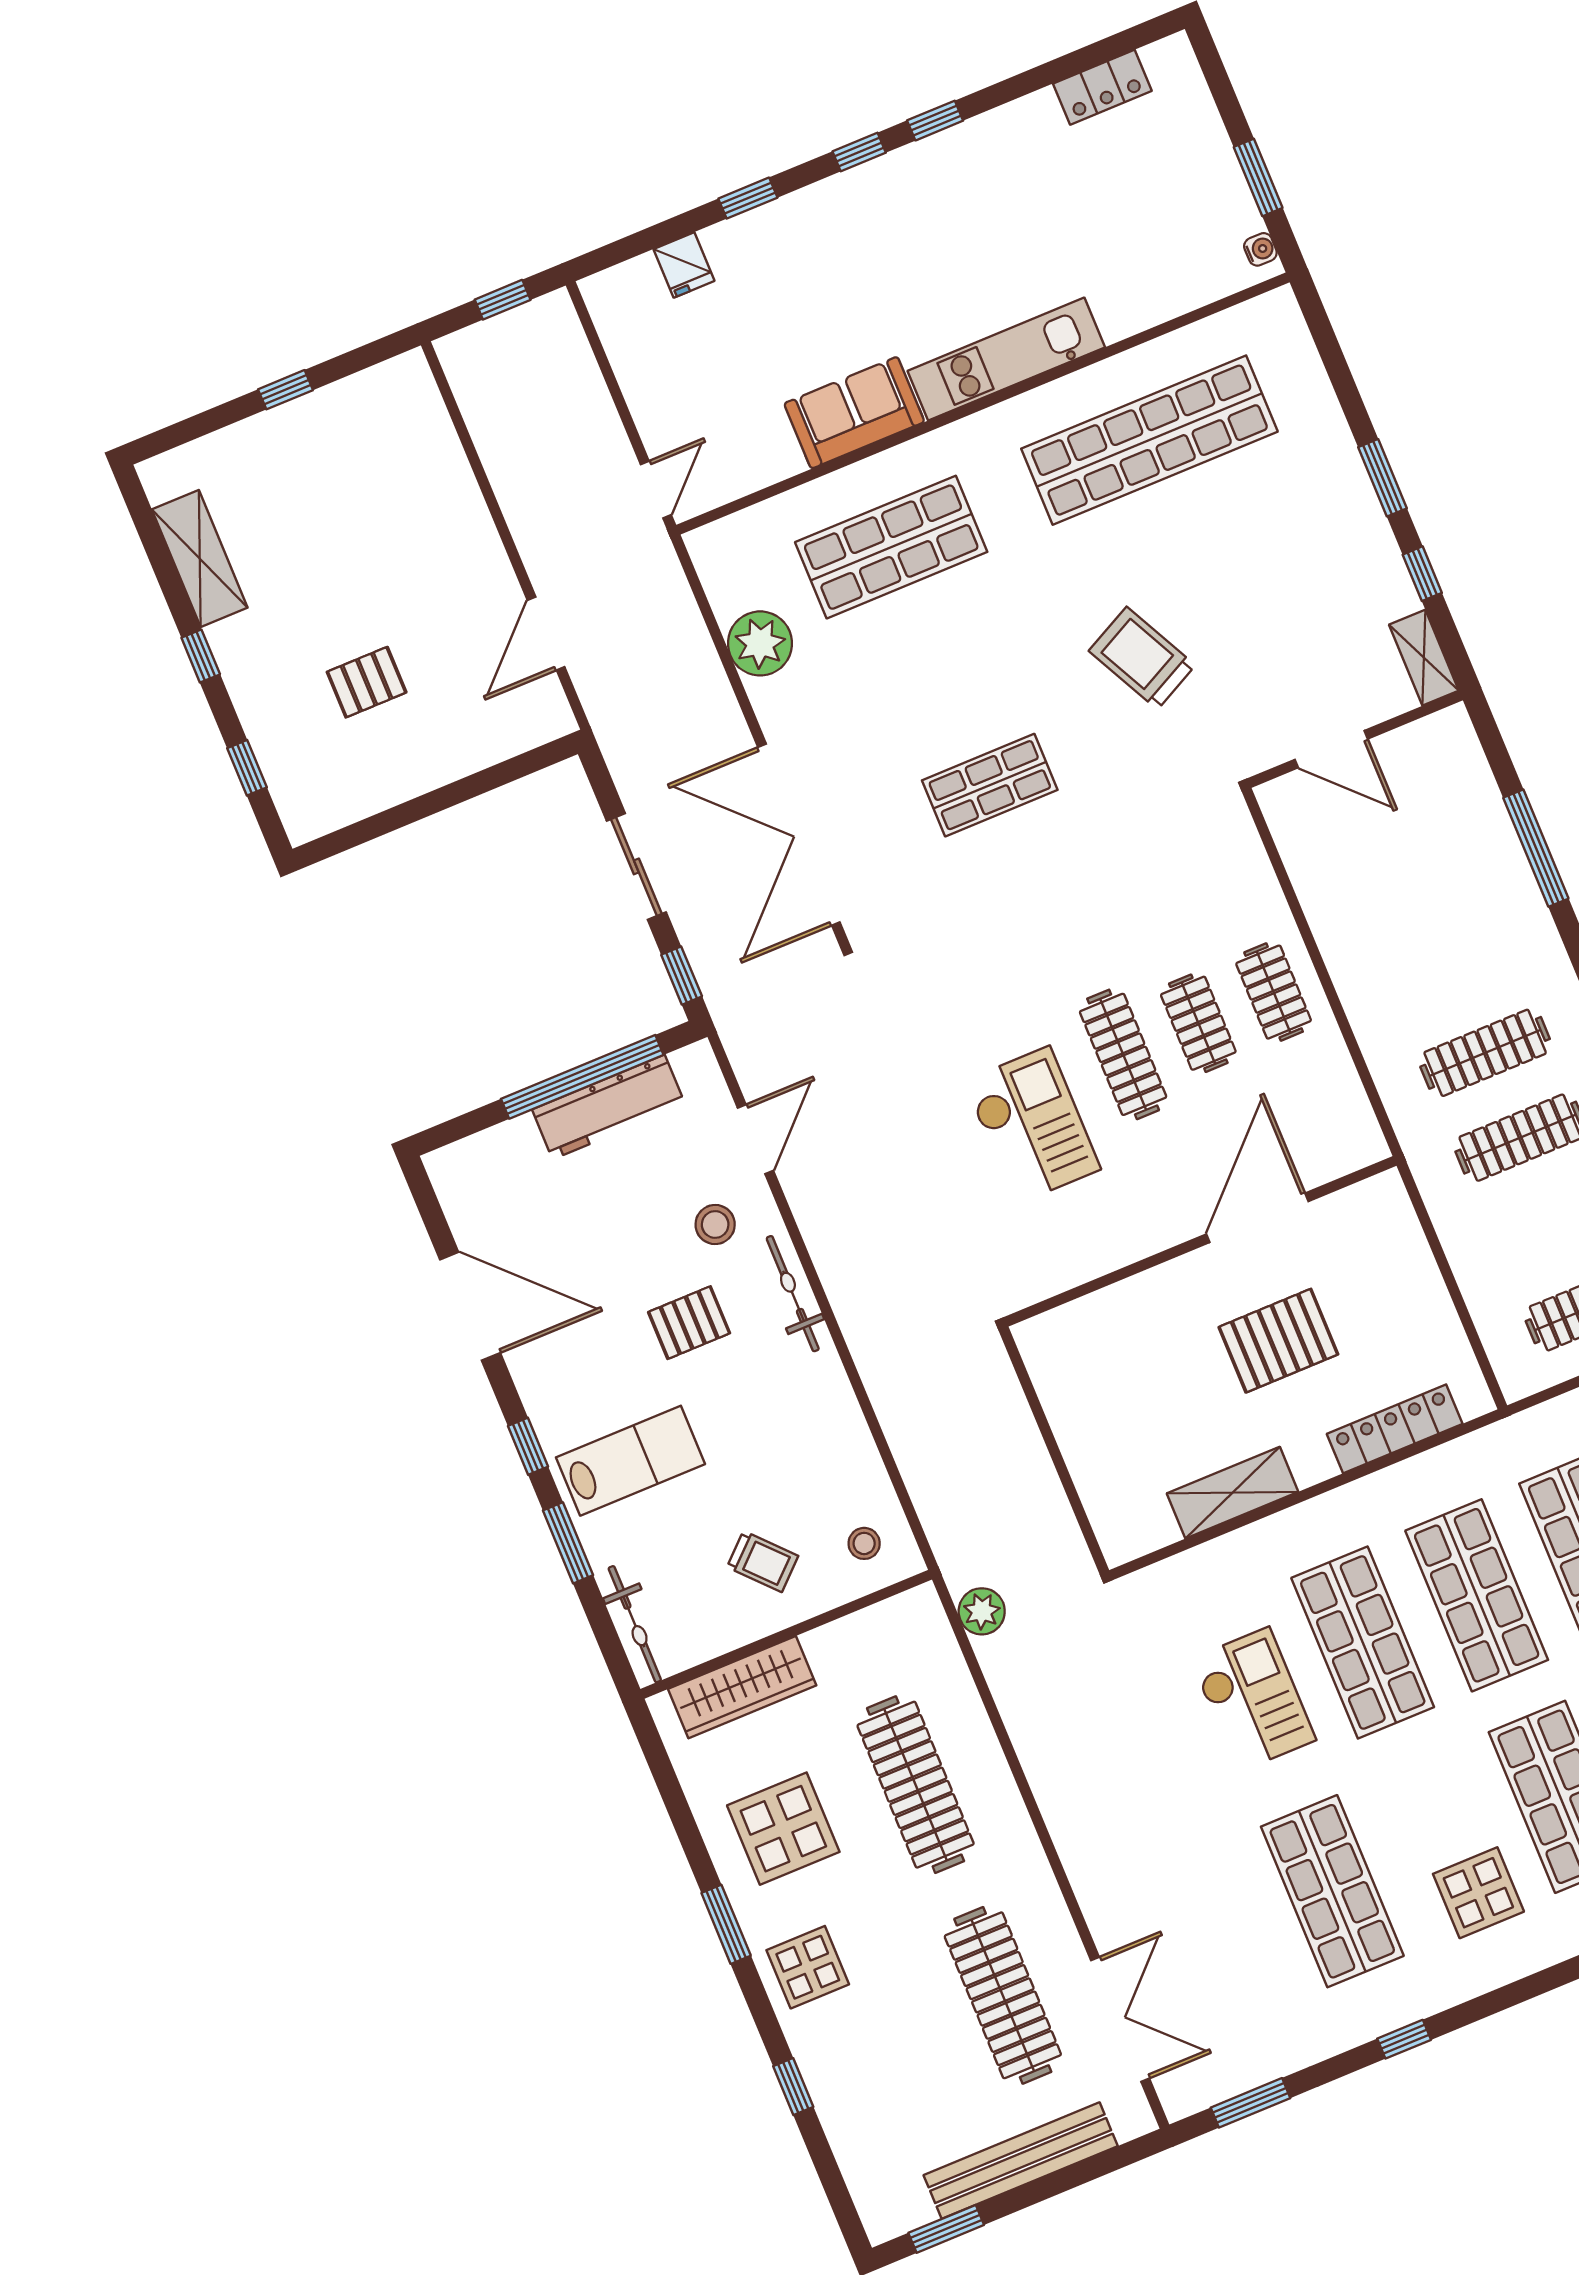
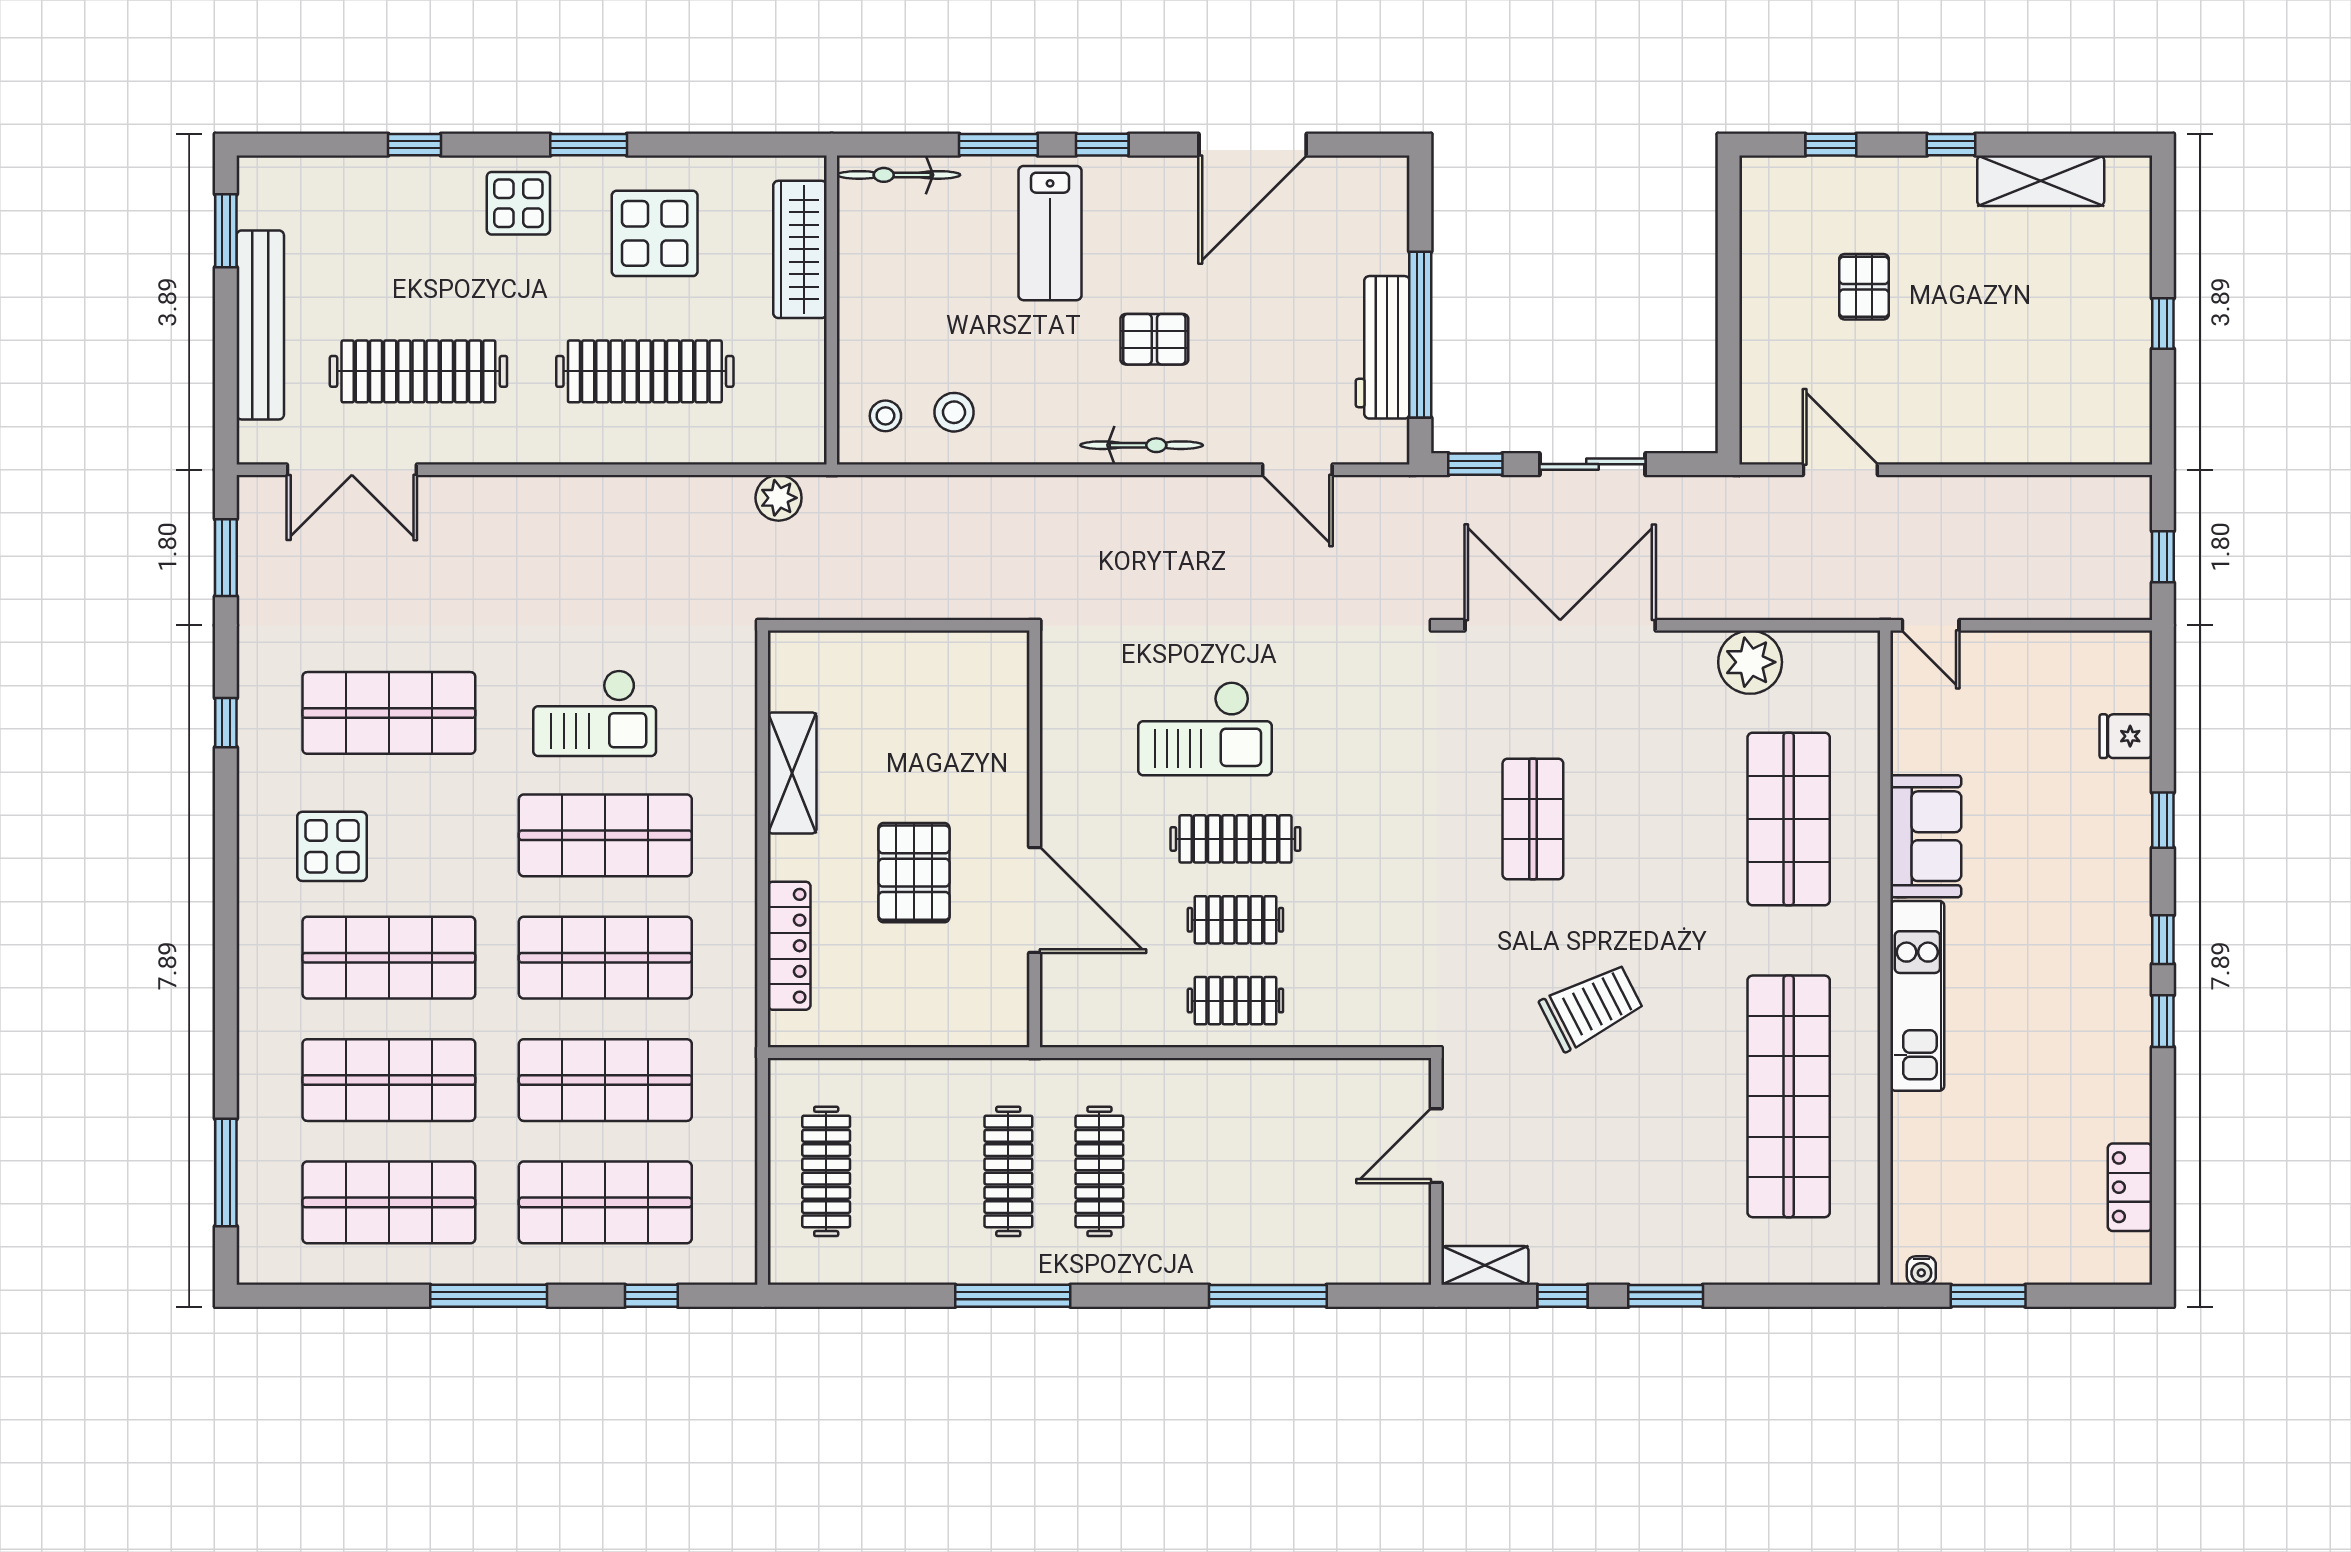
stool: (715, 1225) -> (954, 412), moved
pallet: (689, 1323) -> (1154, 339), turned 90
trolley: (763, 1562) -> (907, 316), removed

